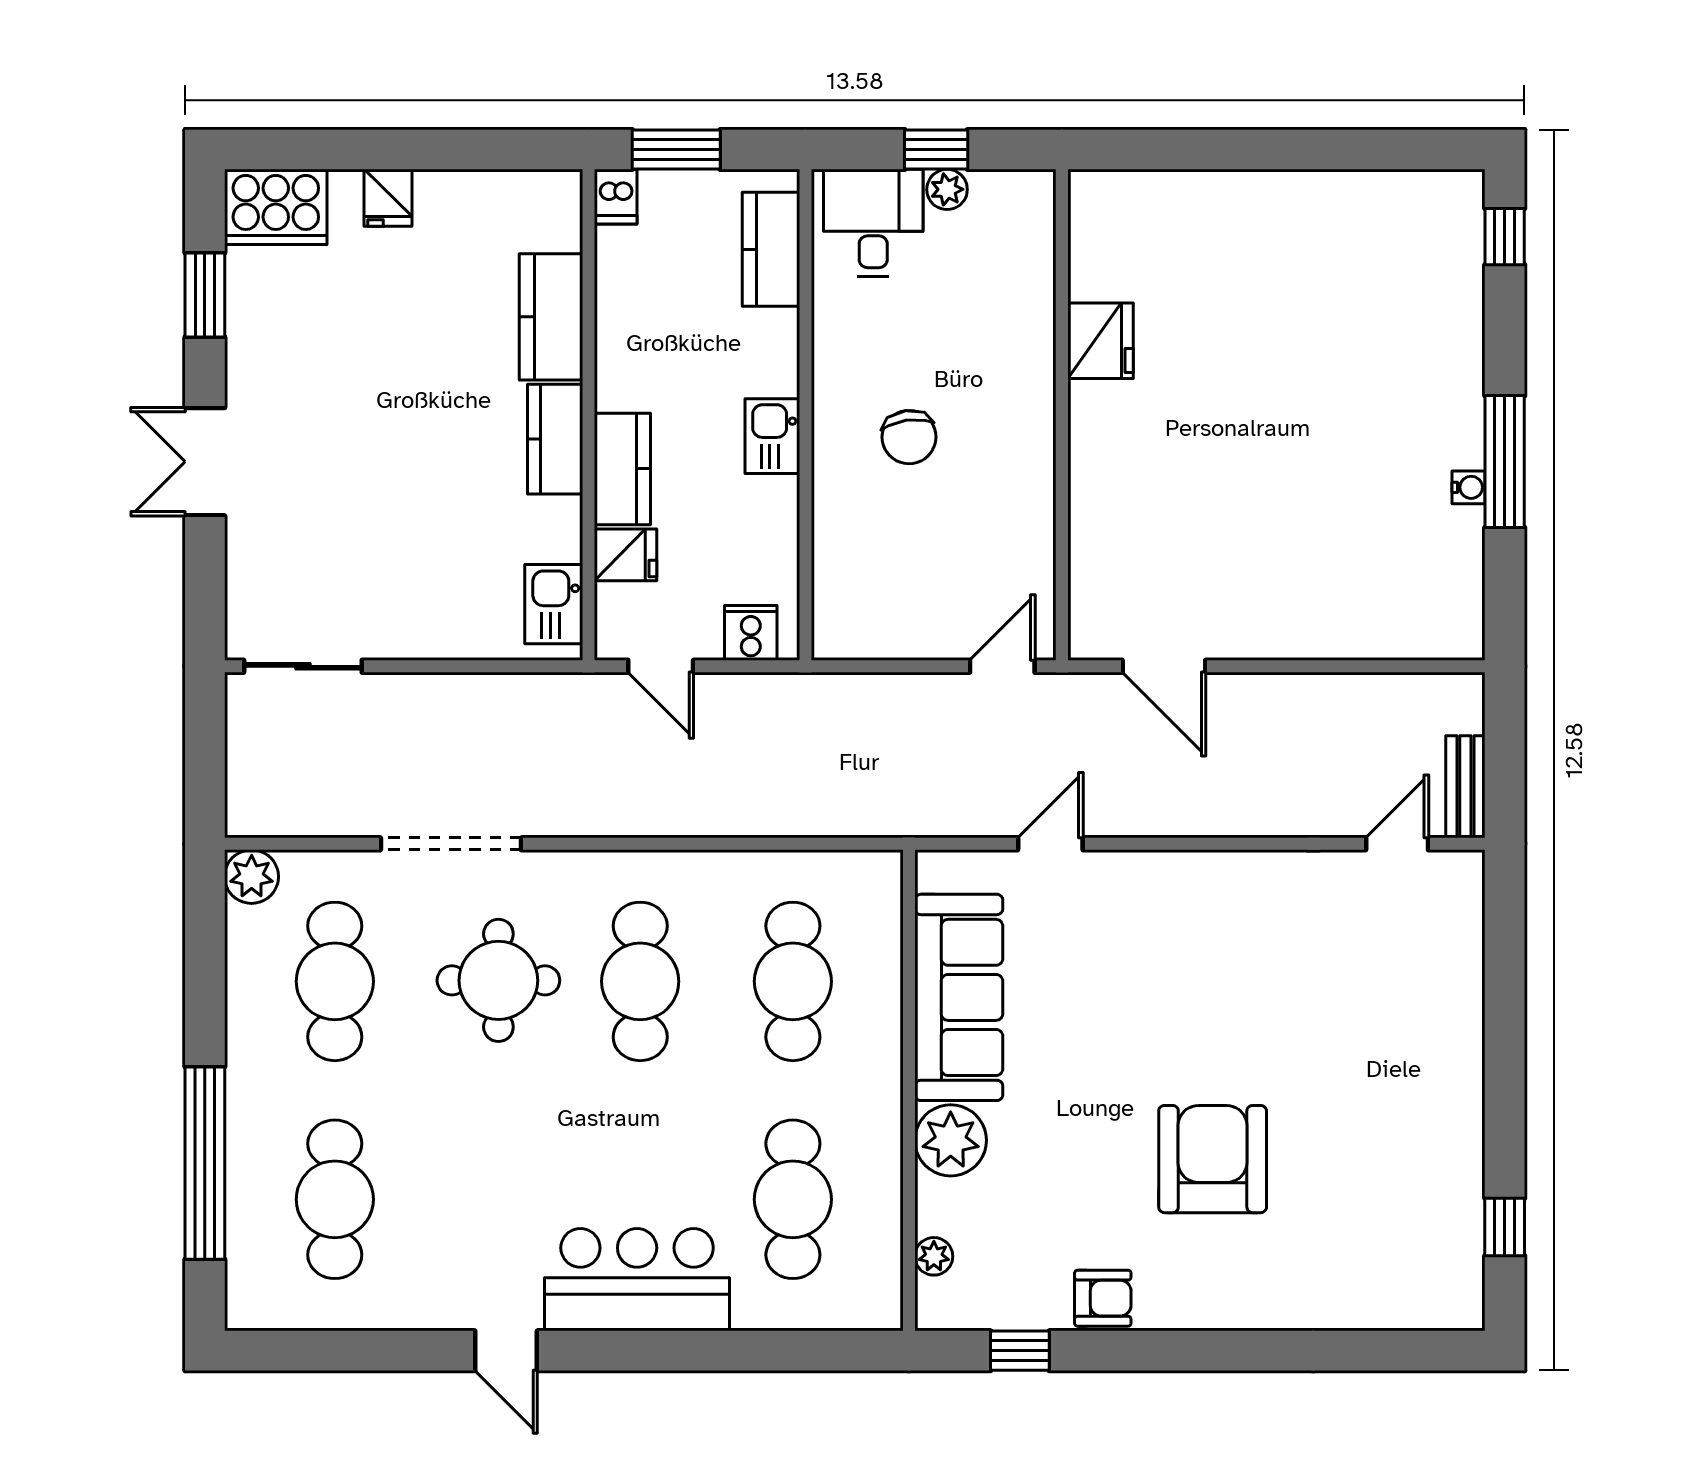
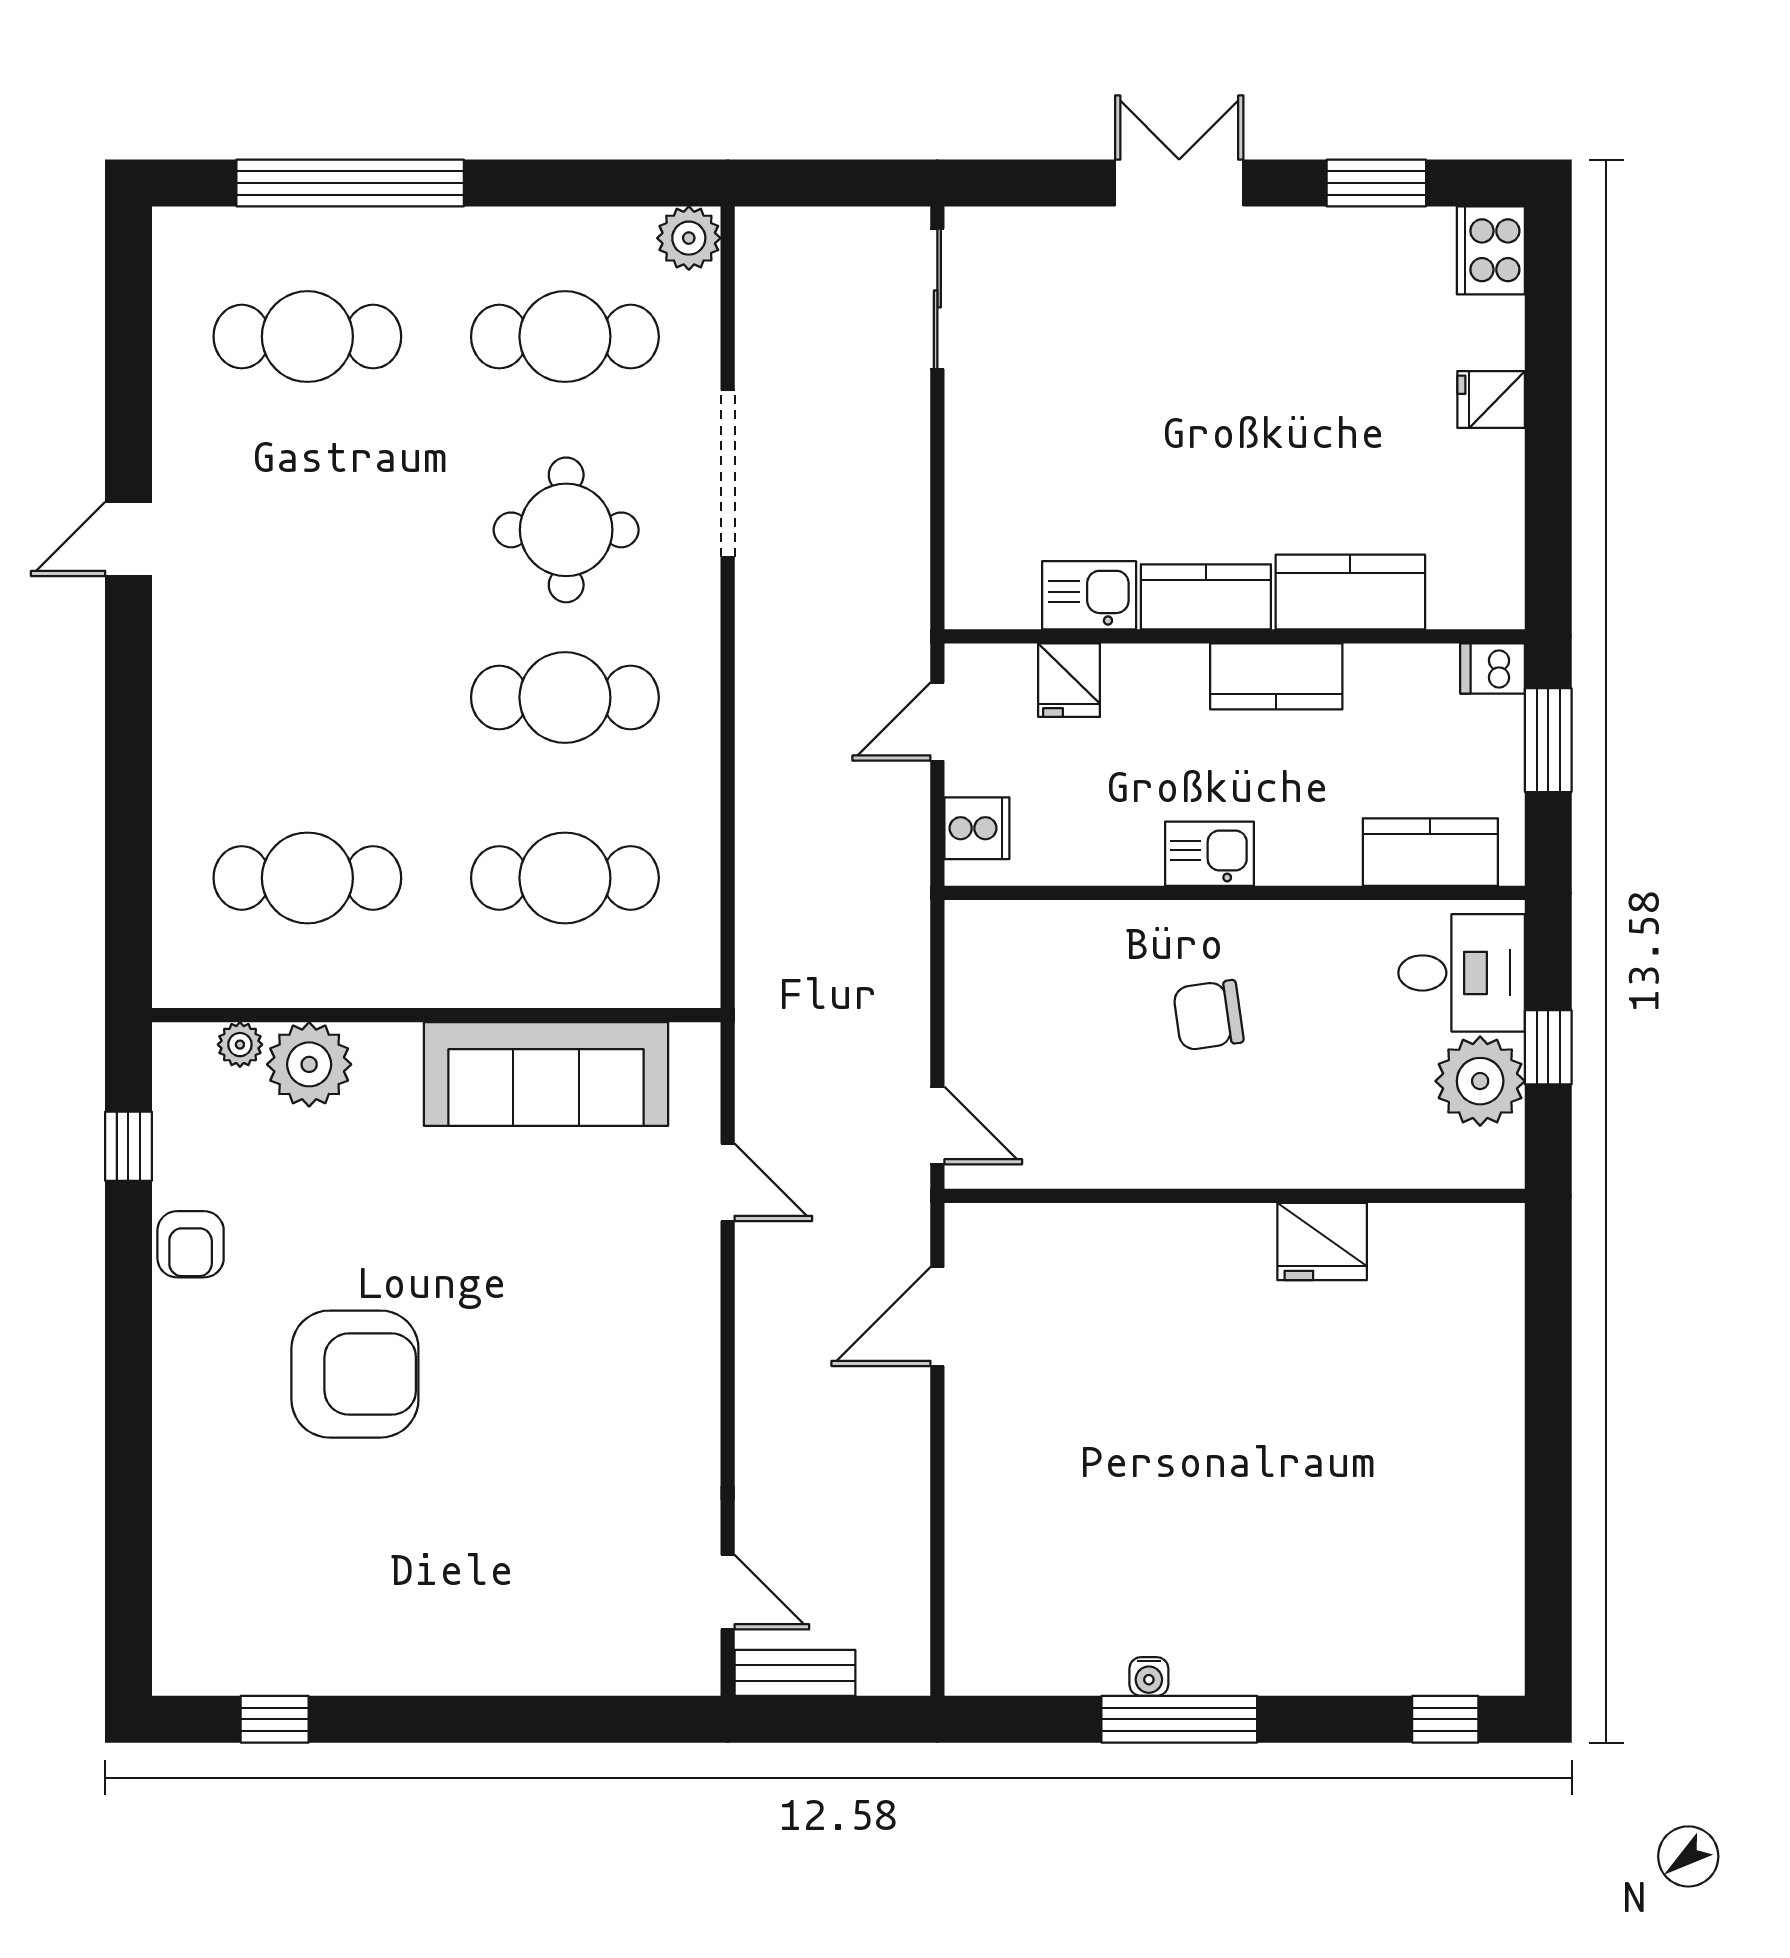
plant: (947, 189) -> (1480, 1081), width x1.88, depth x1.88
cooker: (276, 207) -> (1491, 250), width x0.73, depth x0.76
kitchen counter: (622, 469) -> (1276, 676), moved
kitchen sink: (554, 604) -> (1089, 595), moved
plant: (951, 1140) -> (309, 1064), moved
bar counter: (637, 1280) -> (212, 694), removed

